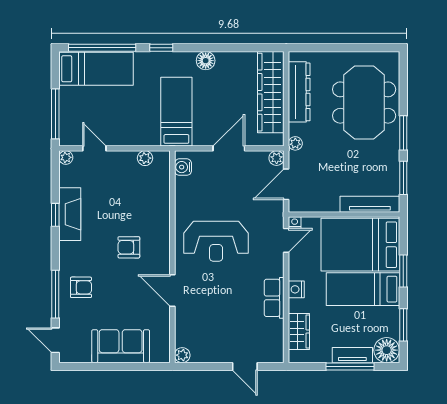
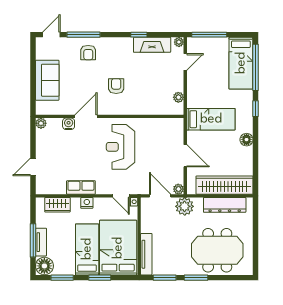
plant: (295, 143) -> (185, 206), width x1.88, depth x1.88
water cooler: (183, 167) -> (69, 124), moved
fireplace: (70, 214) -> (152, 45), moved

